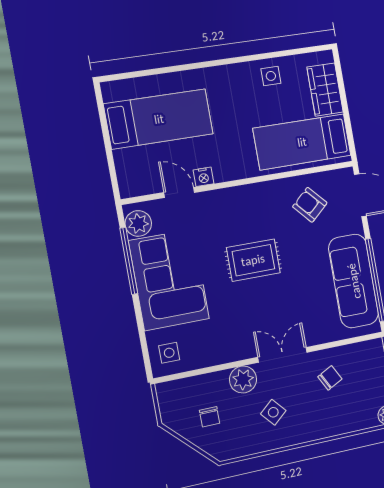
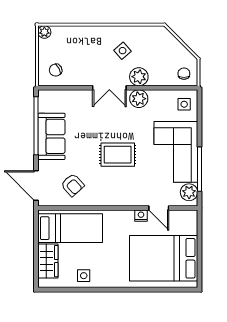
bed: (159, 119) -> (164, 258), width x1.50
sofa: (354, 281) -> (51, 136), width x0.73
plant: (237, 348) -> (139, 99), added
chair: (330, 378) -> (56, 70), moved
chair: (210, 417) -> (184, 74), moved

